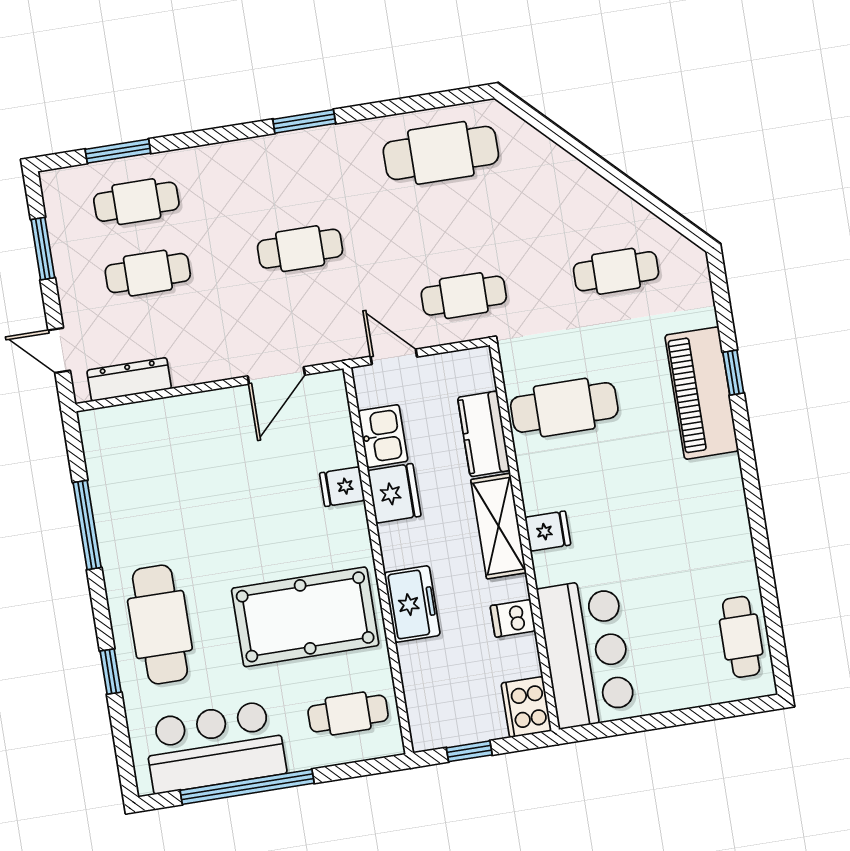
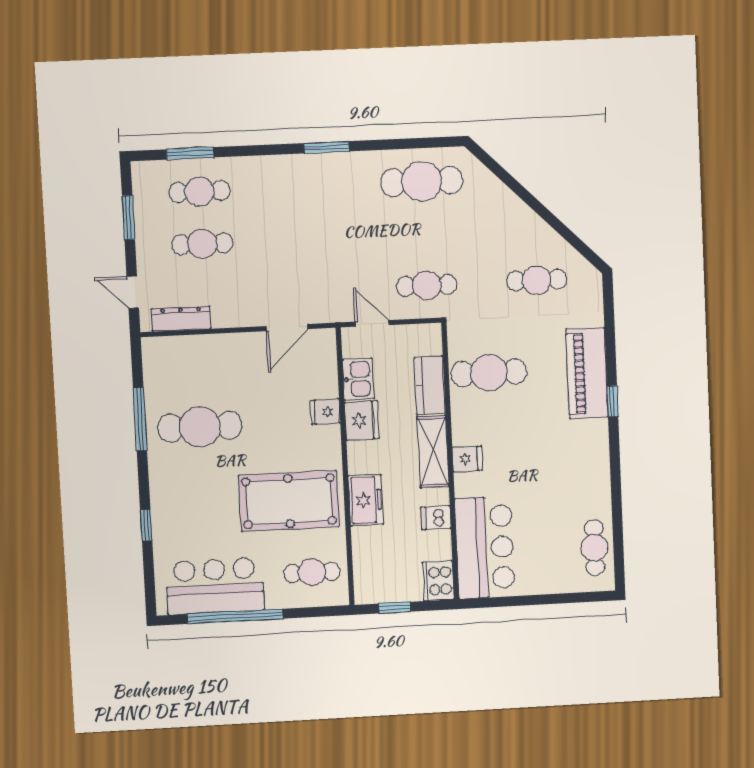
cafe table: (300, 249) -> (314, 239), removed
window: (733, 373) -> (612, 401), moved
cafe table: (160, 624) -> (200, 427), moved, turned 90

